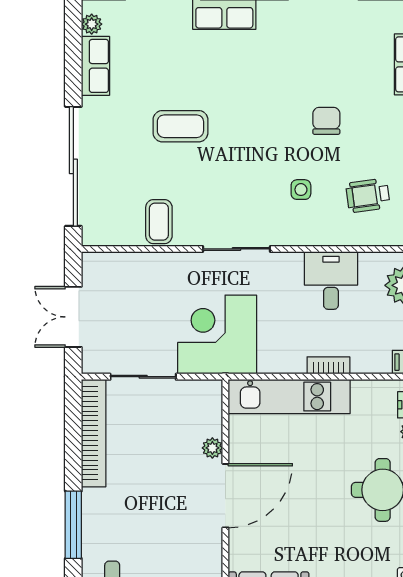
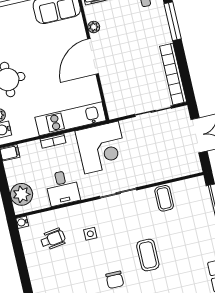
chair: (326, 121) -> (115, 280), moved
coffee table: (180, 126) -> (148, 255), moved, turned 90
corner desk: (217, 335) -> (102, 148), moved
plant: (212, 448) -> (94, 27), moved

